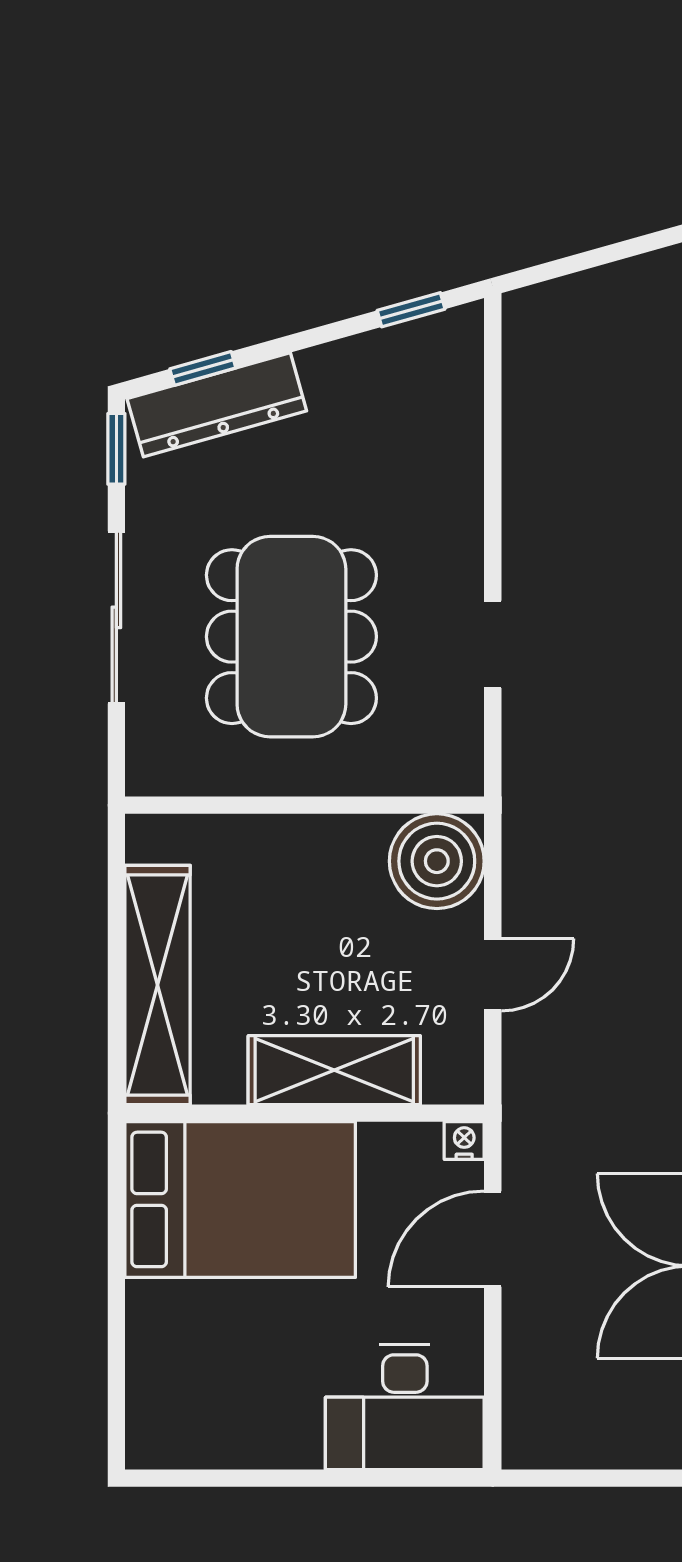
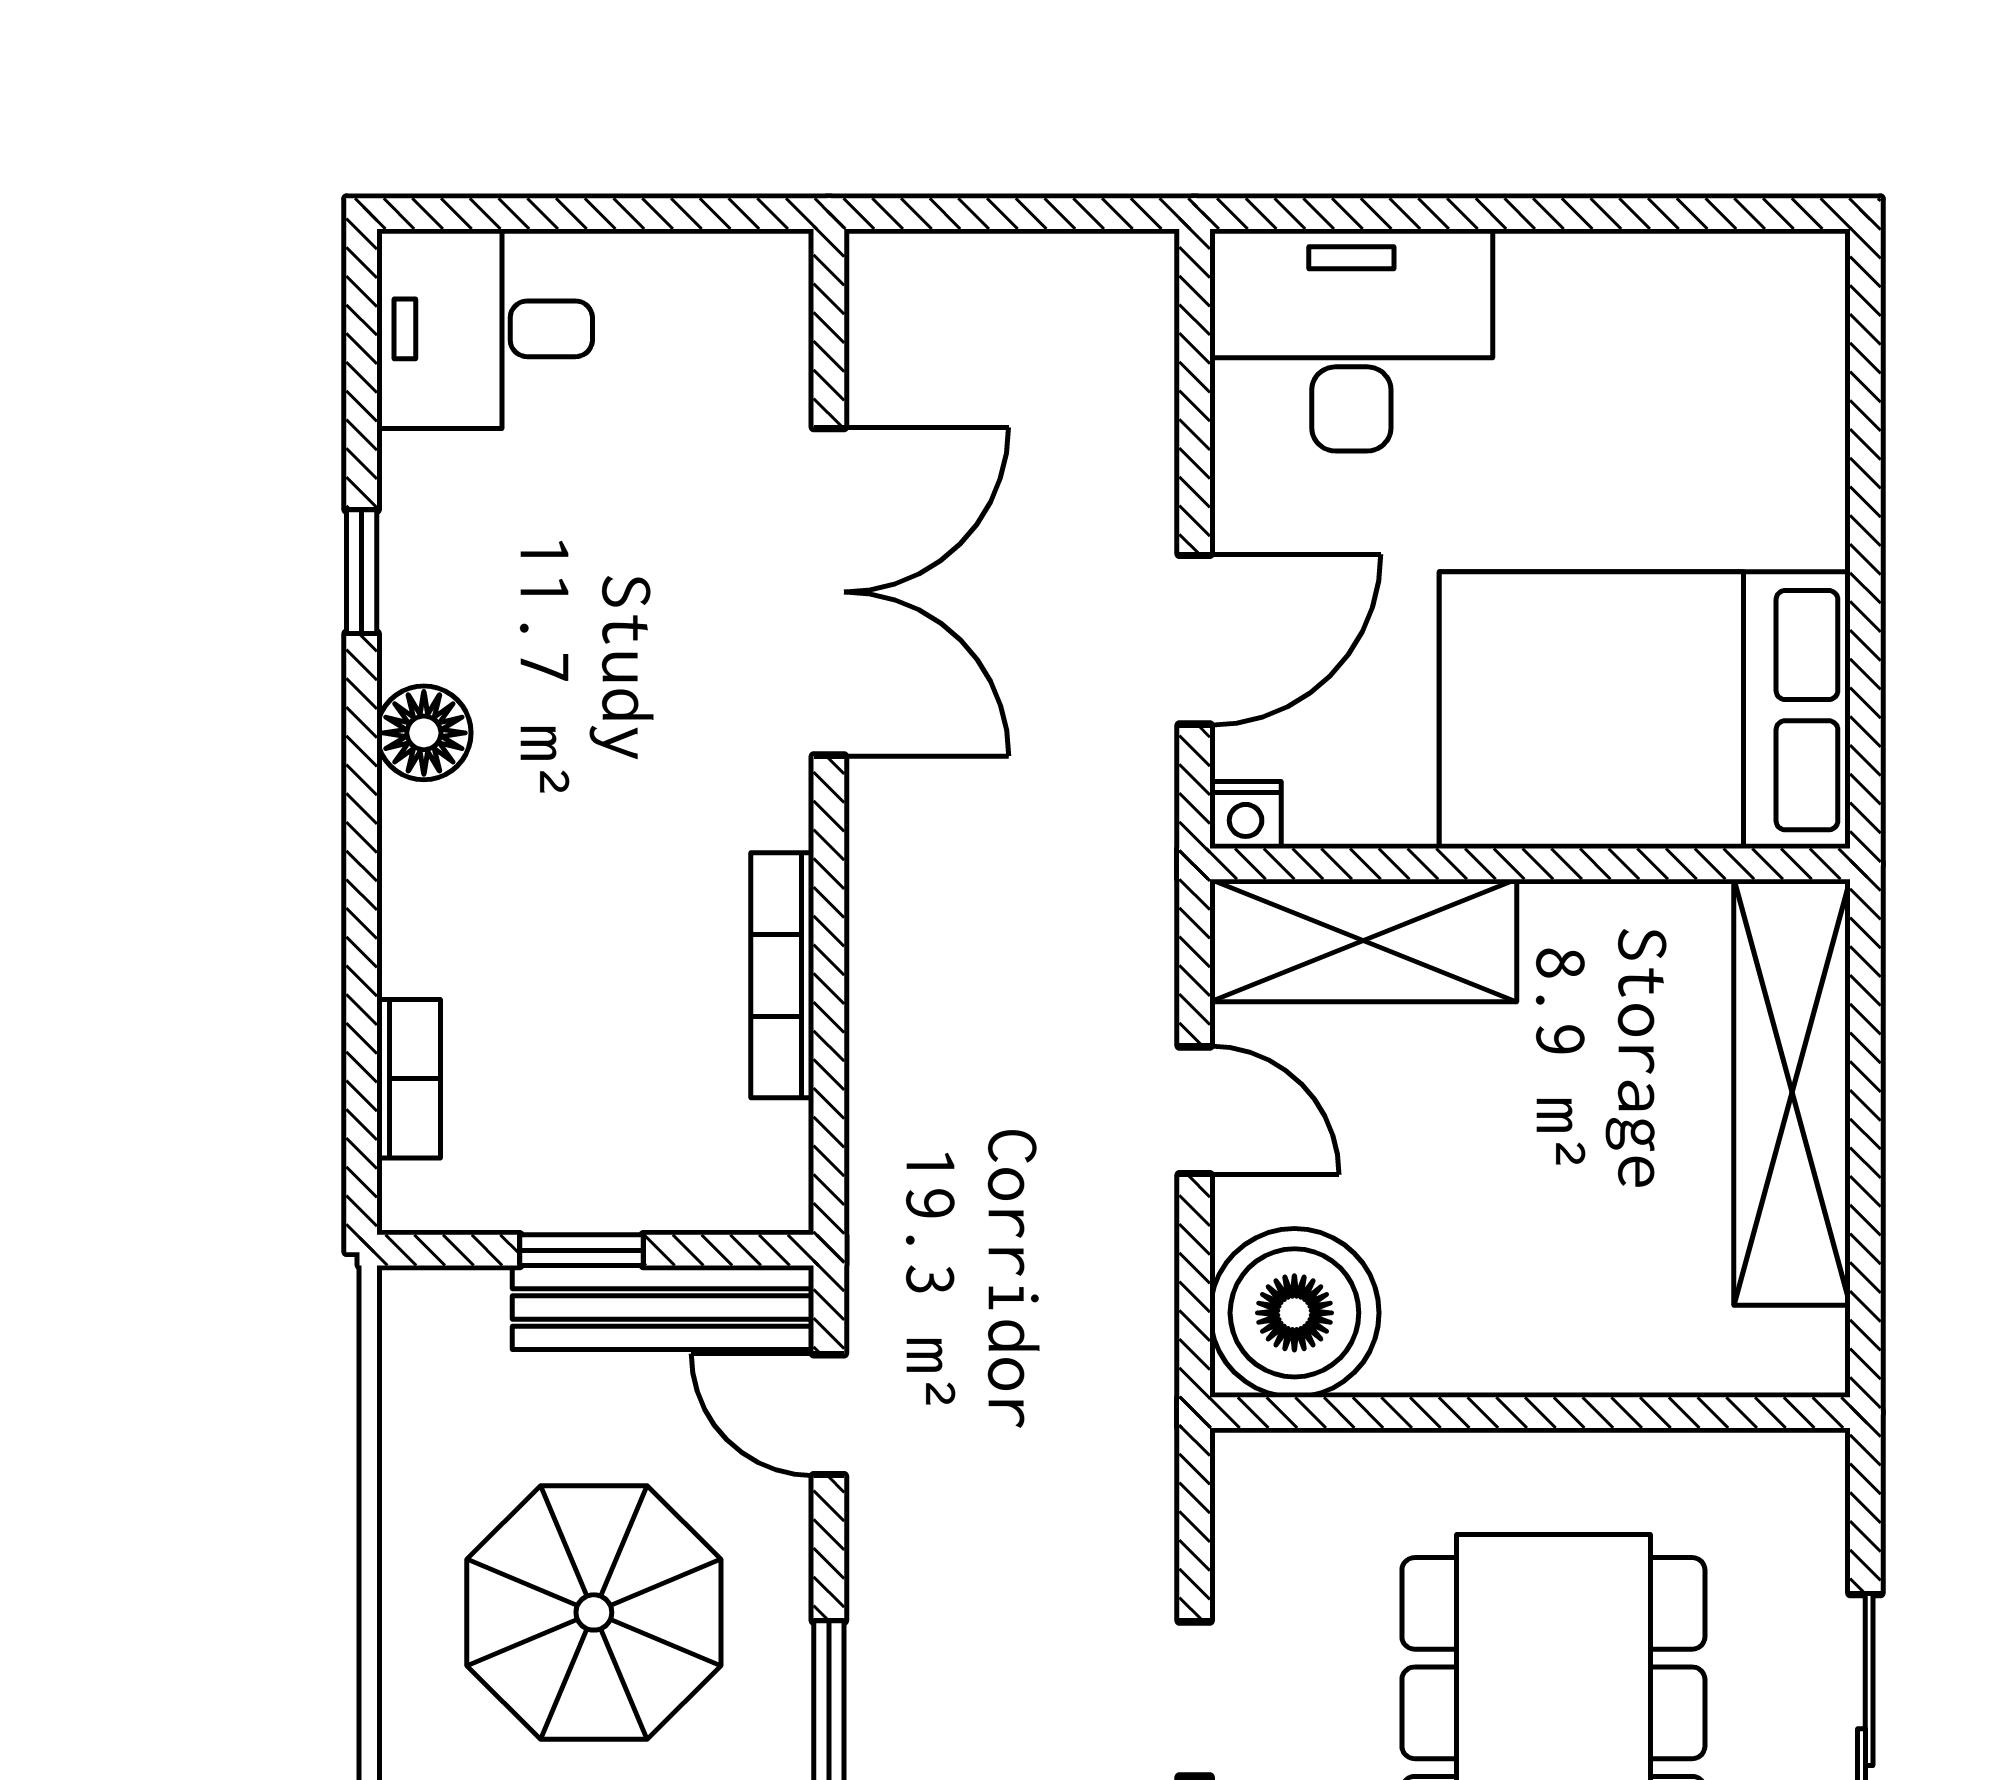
door: (493, 975) -> (1195, 1110), swing flipped
shelving: (334, 1070) -> (1363, 941), moved

